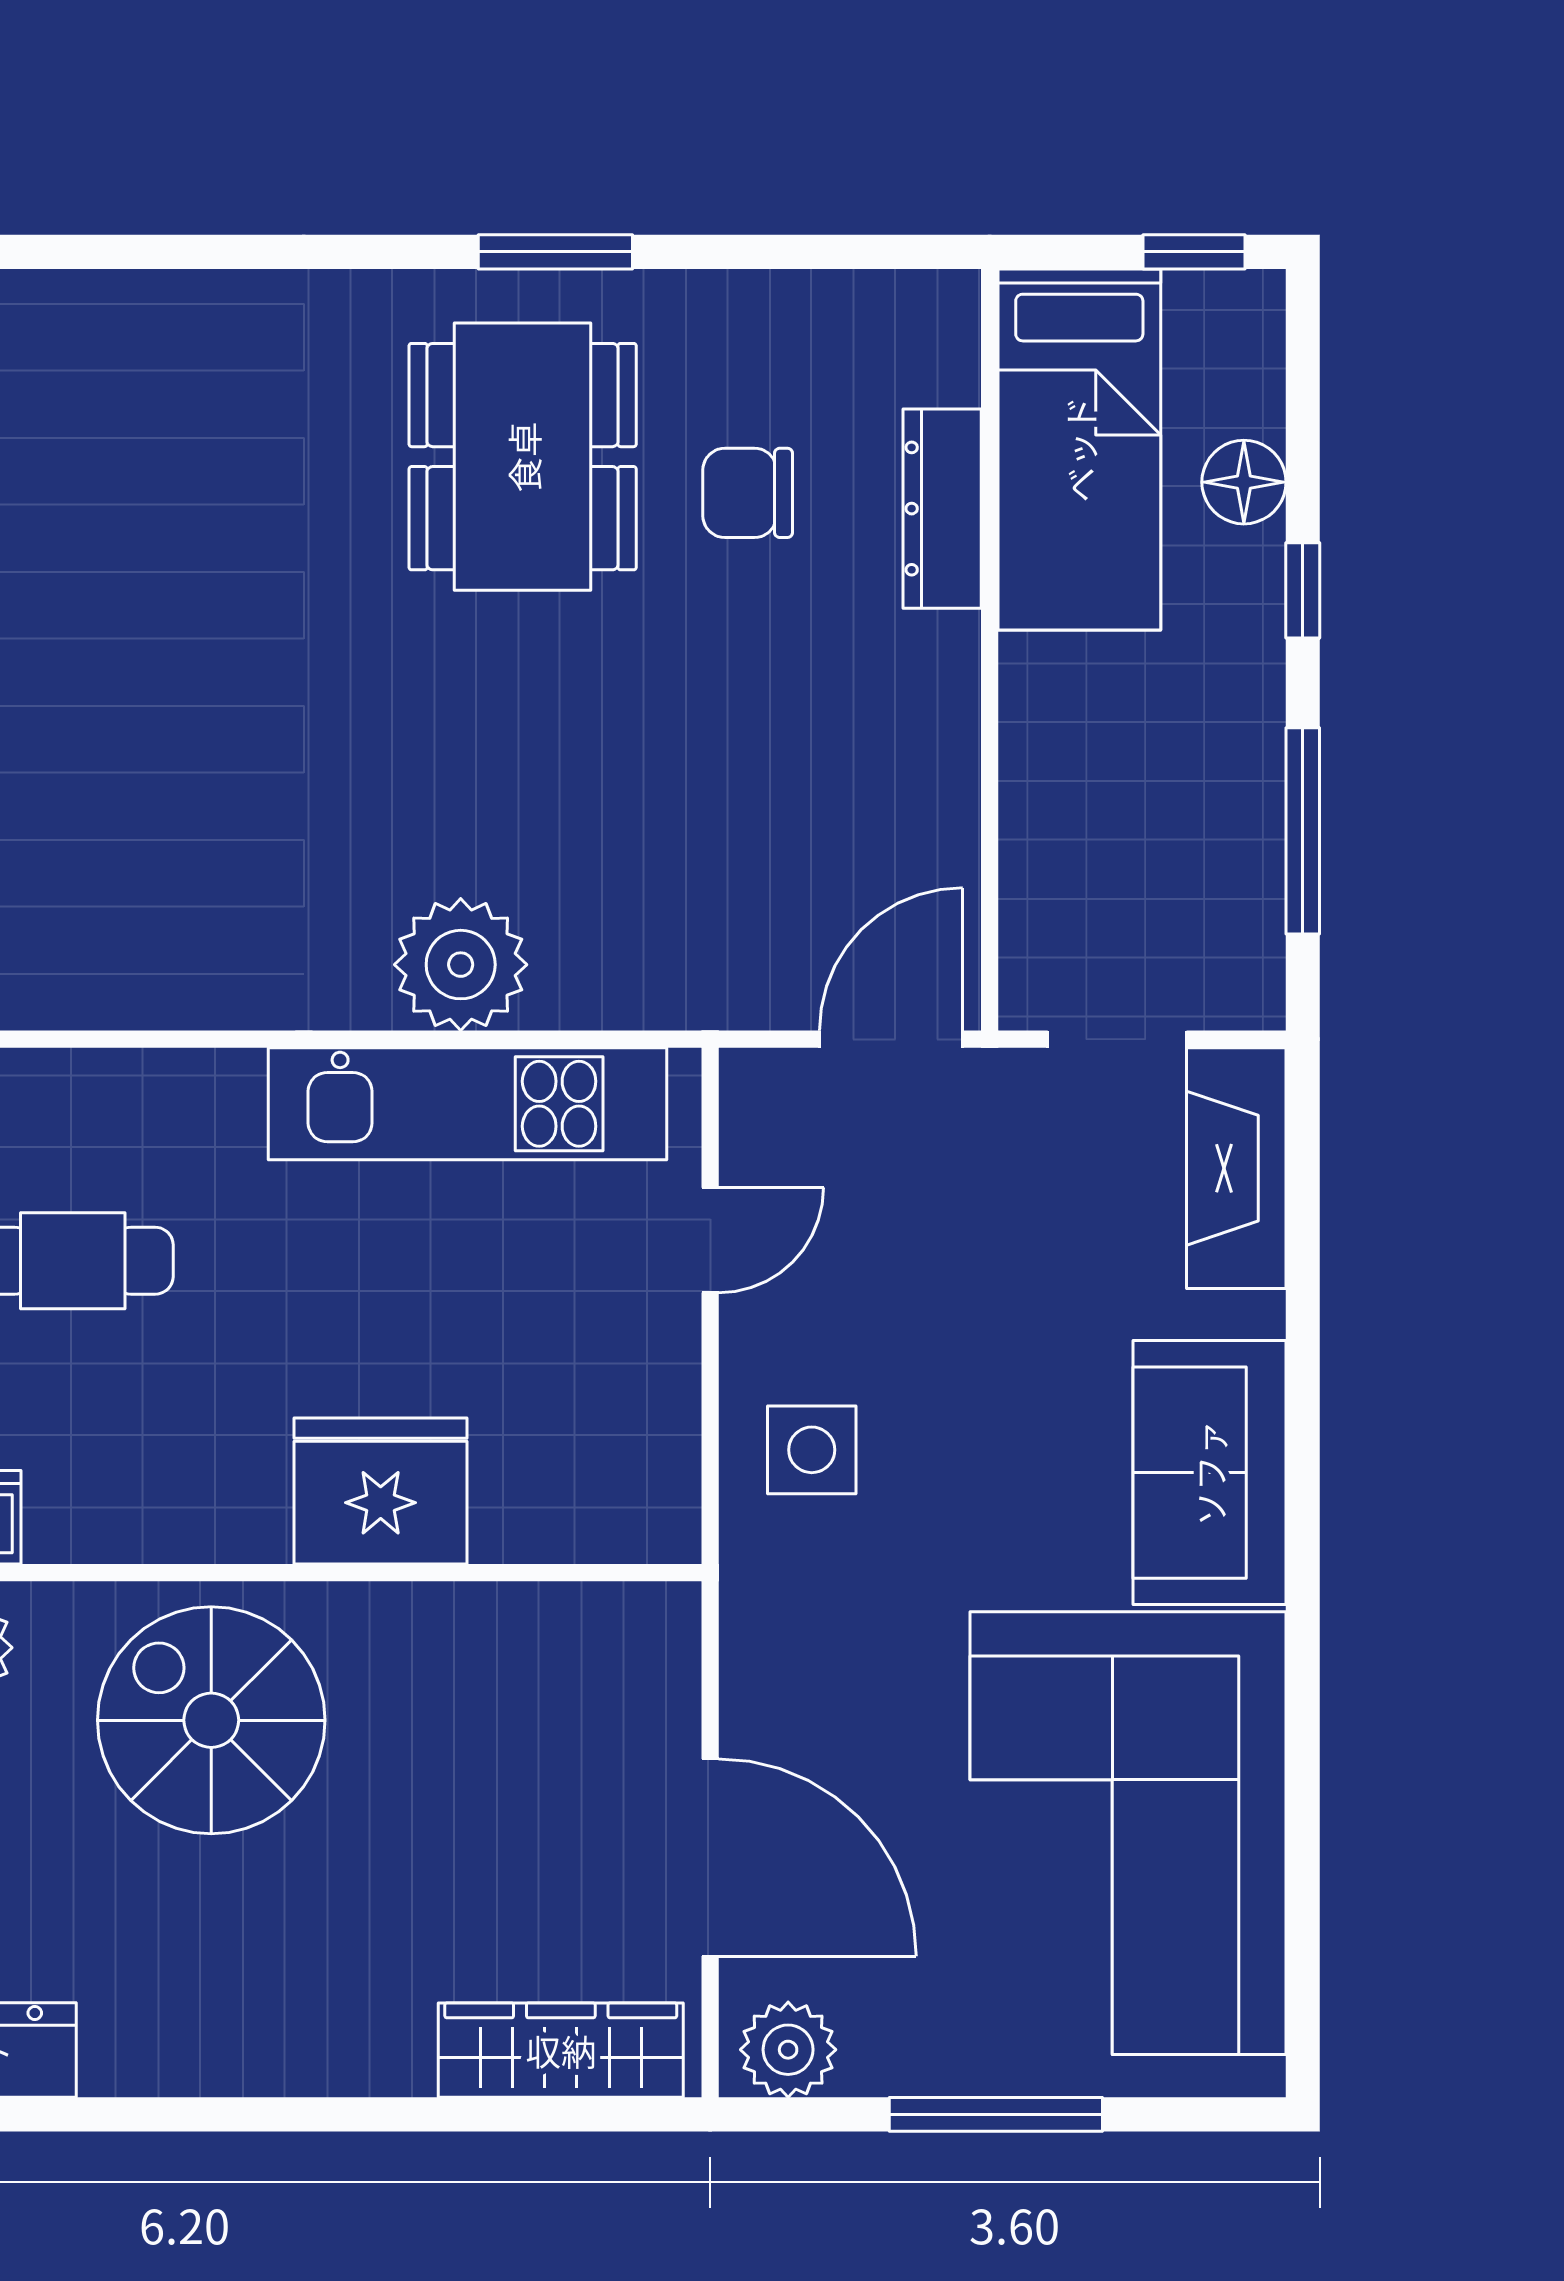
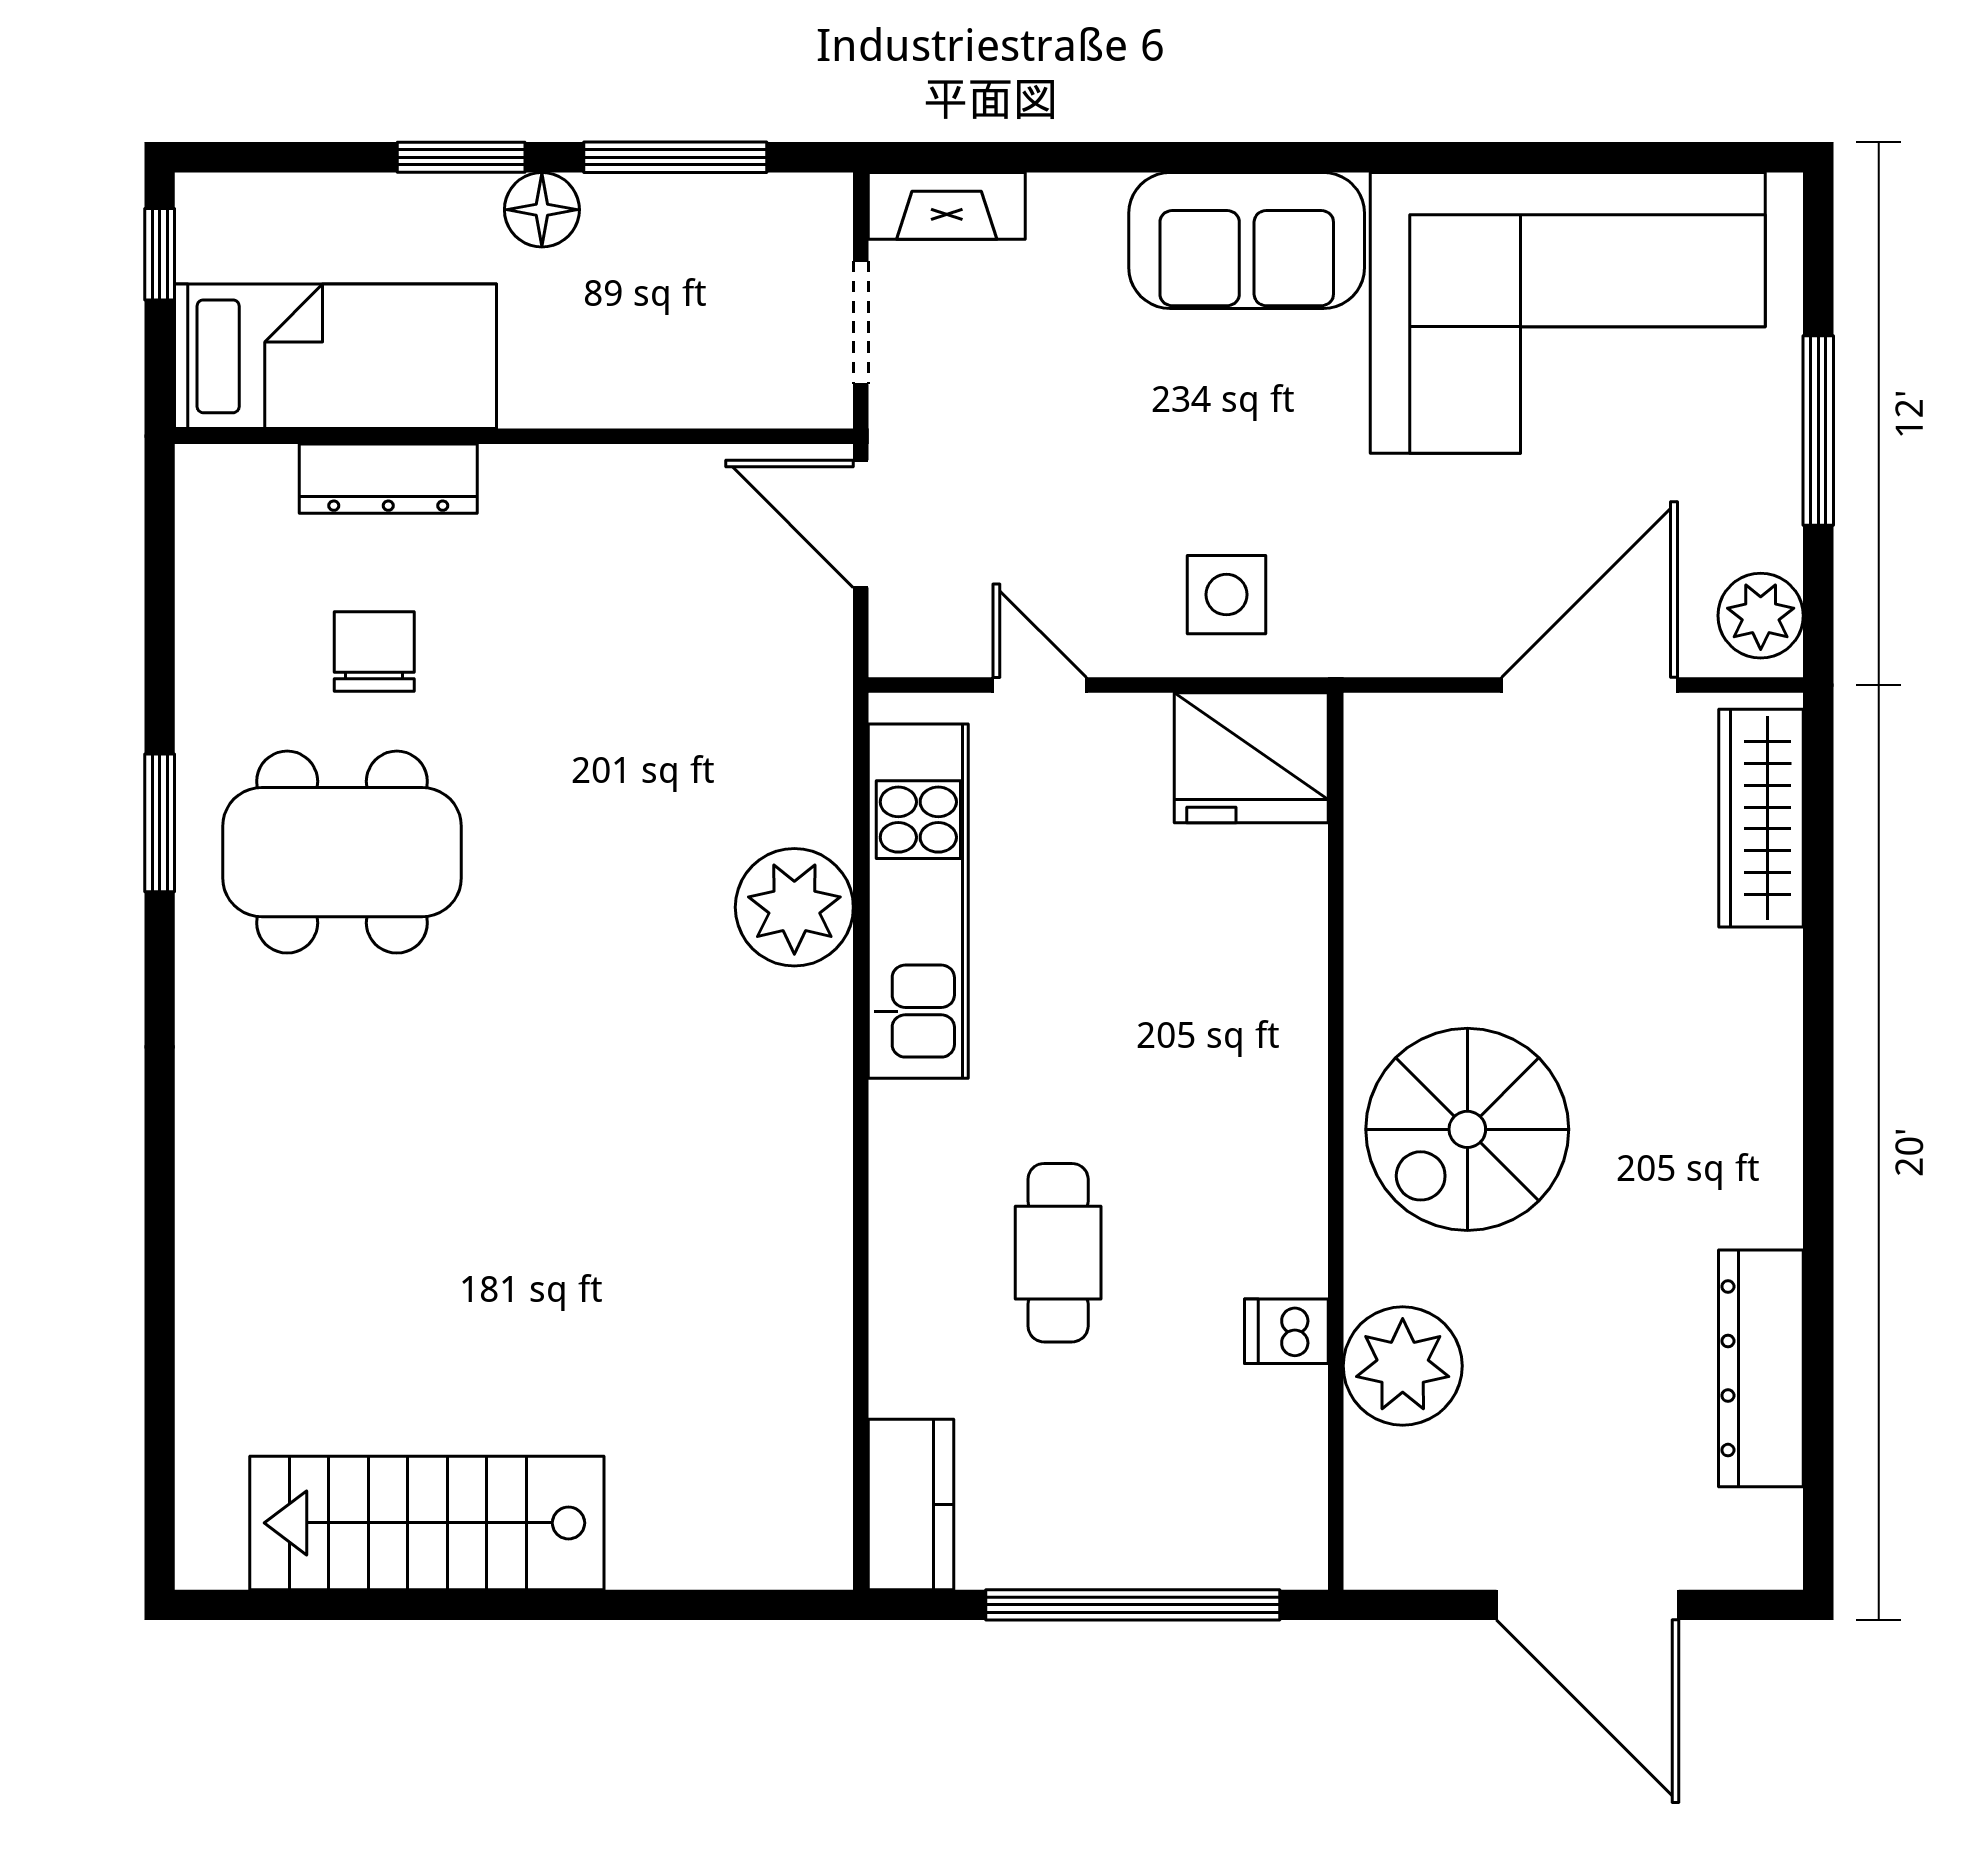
floor lamp: (1244, 482) -> (542, 210), moved
chair: (748, 493) -> (374, 652), turned 180
window: (1303, 590) -> (461, 157), width x1.50
fireplace: (1236, 1168) -> (947, 206), width x0.73, depth x0.76
fridge: (381, 1491) -> (1251, 758), moved, turned -90

